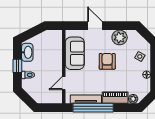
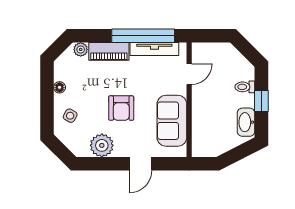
door: (95, 26) -> (140, 164), hinge flipped

